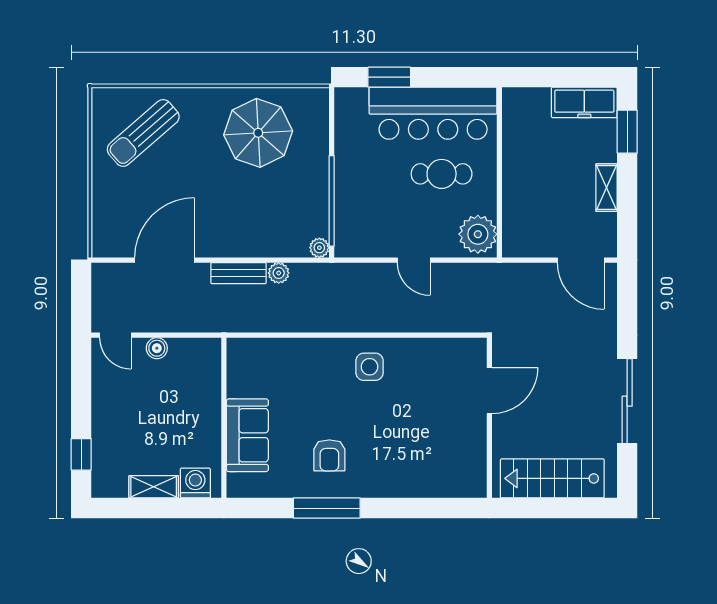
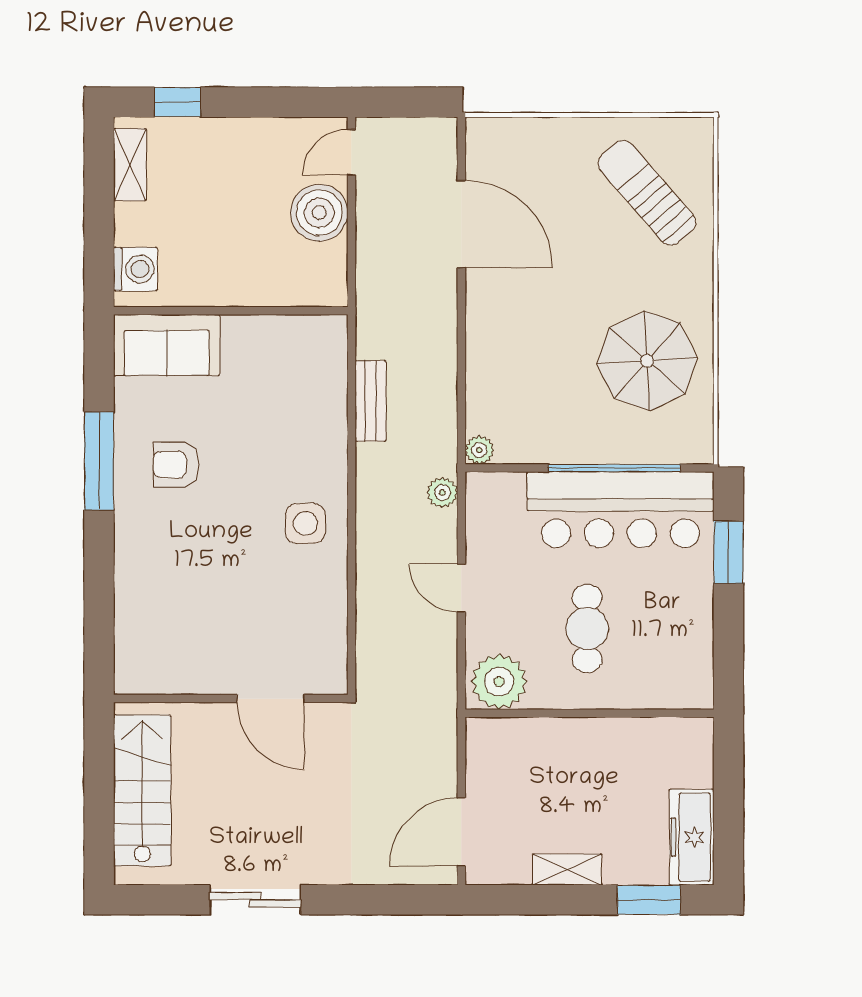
bar counter: (433, 113) -> (620, 510), moved, turned -90
window: (332, 201) -> (614, 468), moved
door: (414, 260) -> (461, 588), hinge flipped
bench: (239, 273) -> (371, 401), moved
plant: (279, 273) -> (442, 493), moved
boiler: (157, 348) -> (319, 213), width x1.86, depth x1.86
sliding door: (627, 401) -> (255, 900), width x0.73
sofa: (247, 435) -> (167, 345), moved
shelving: (154, 487) -> (130, 165), moved

